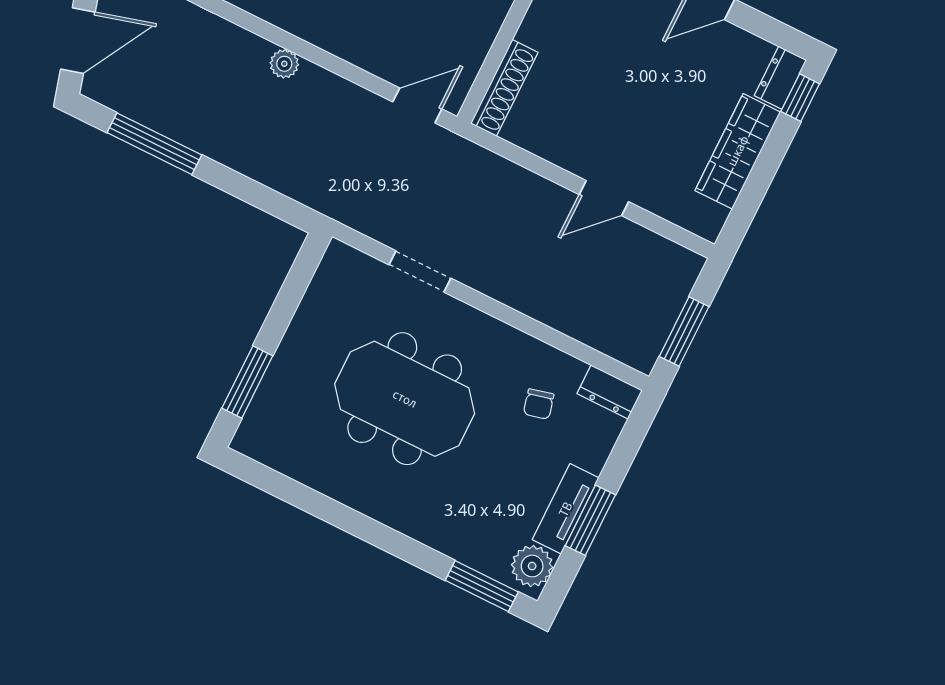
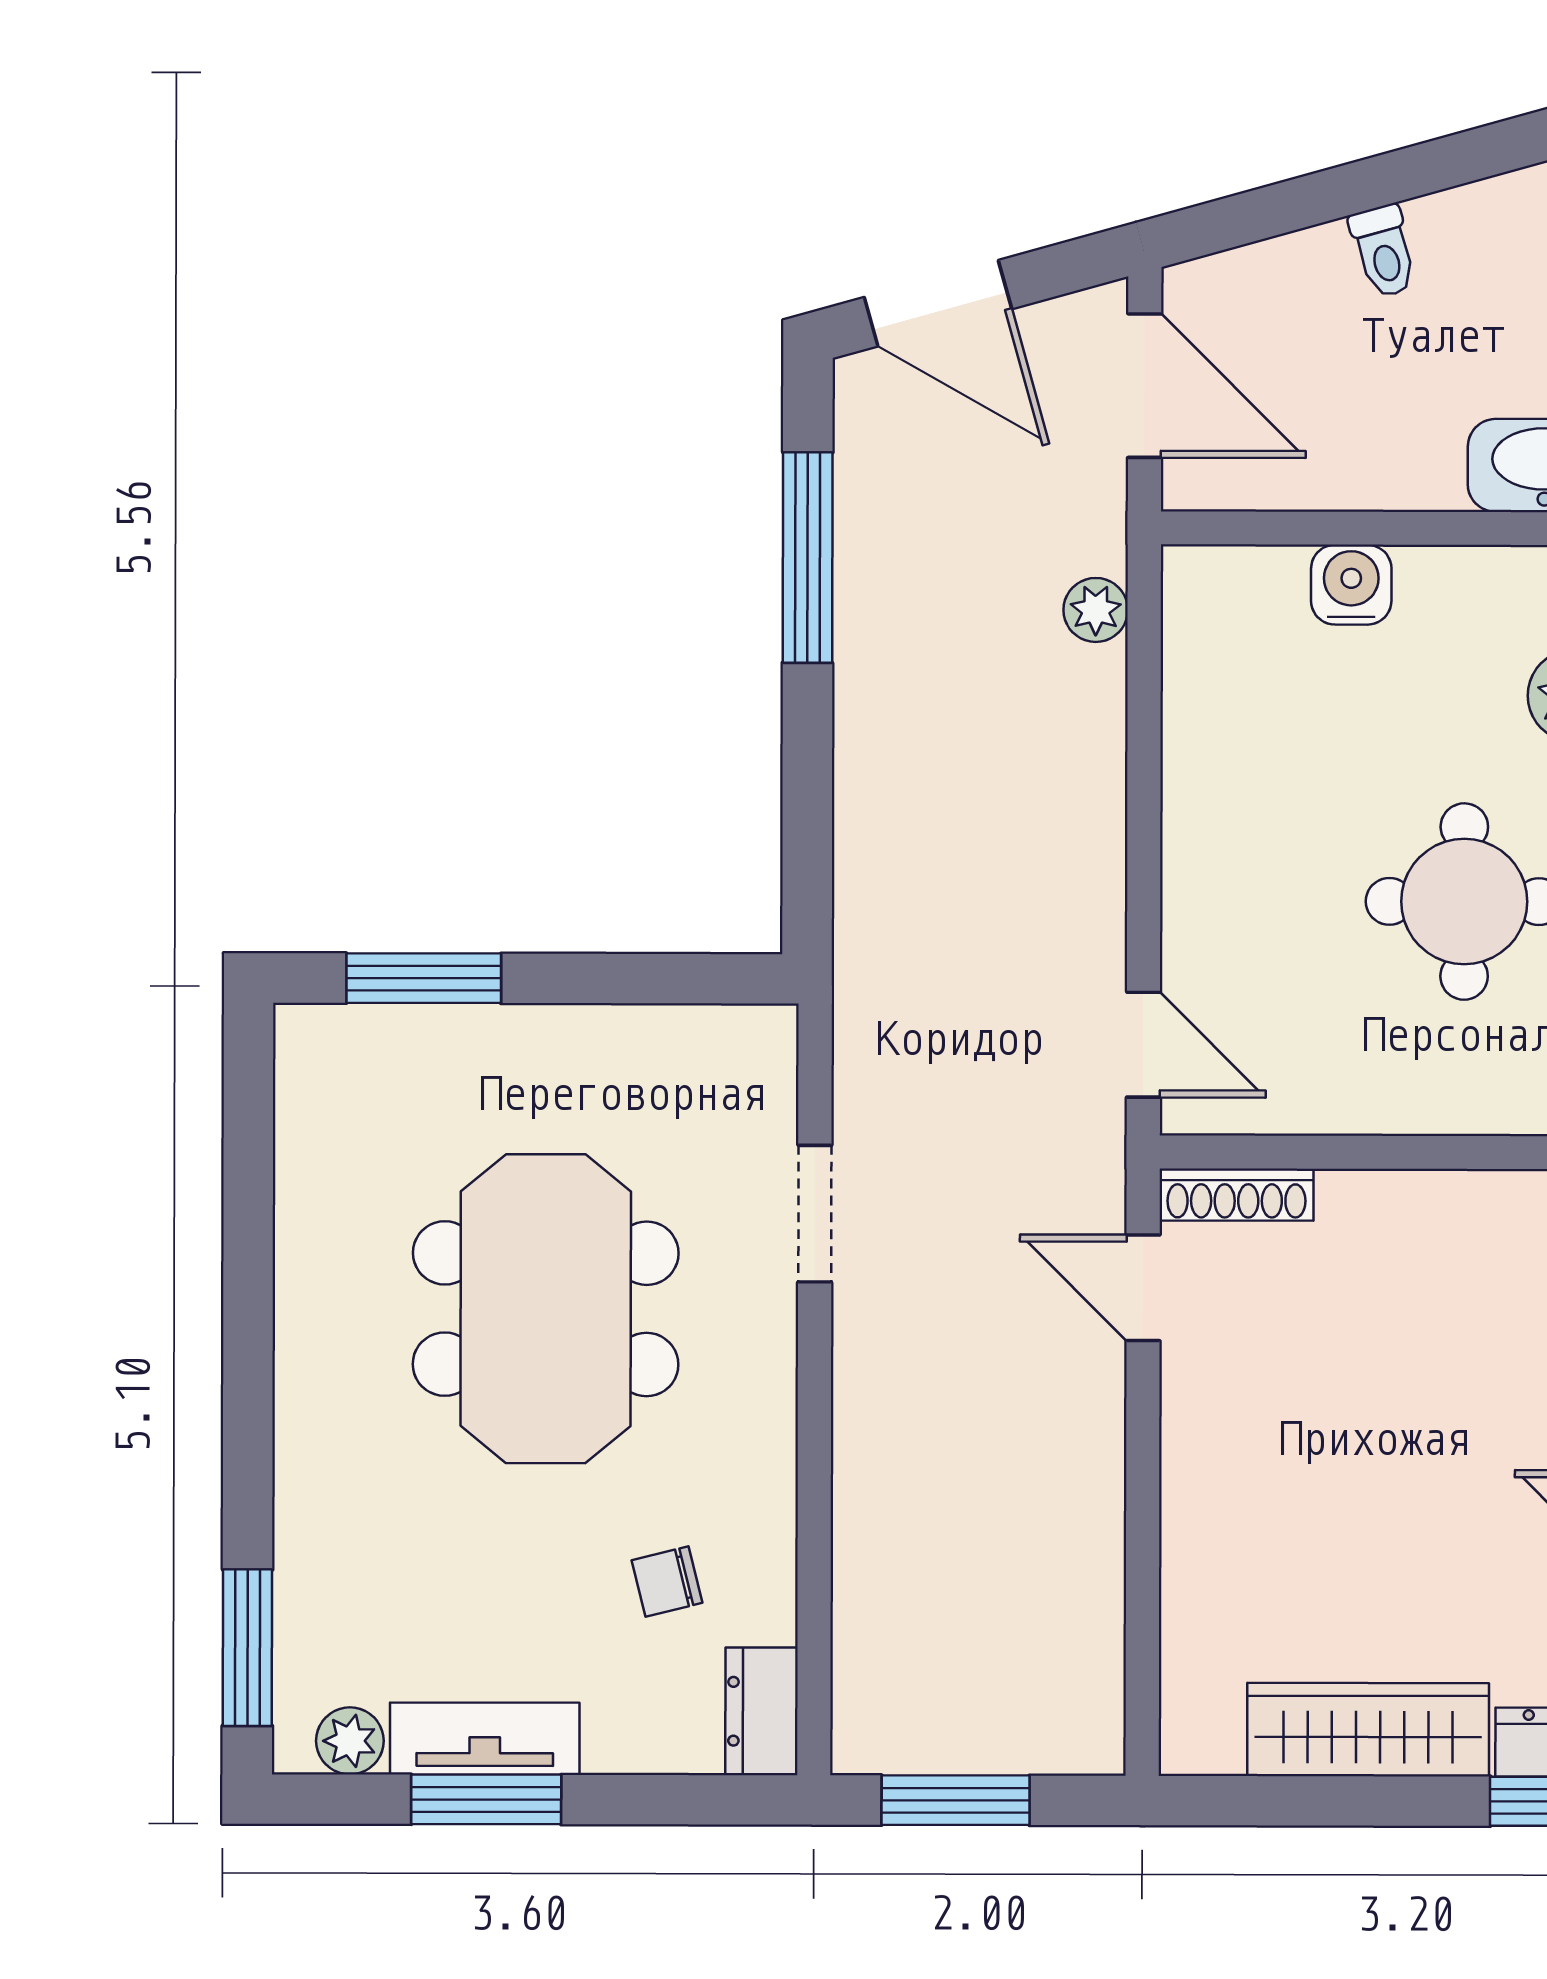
plant: (284, 64) -> (1096, 610), moved
shoe rack: (504, 88) -> (1236, 1195), width x0.74, depth x0.81
door: (604, 198) -> (1143, 1288), moved
plant: (532, 566) -> (350, 1741), width x0.73, depth x0.73

